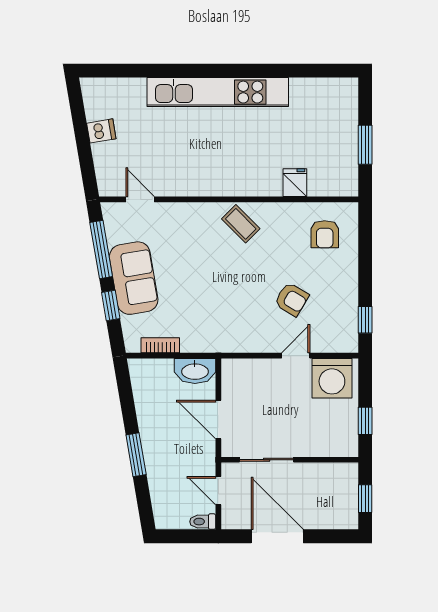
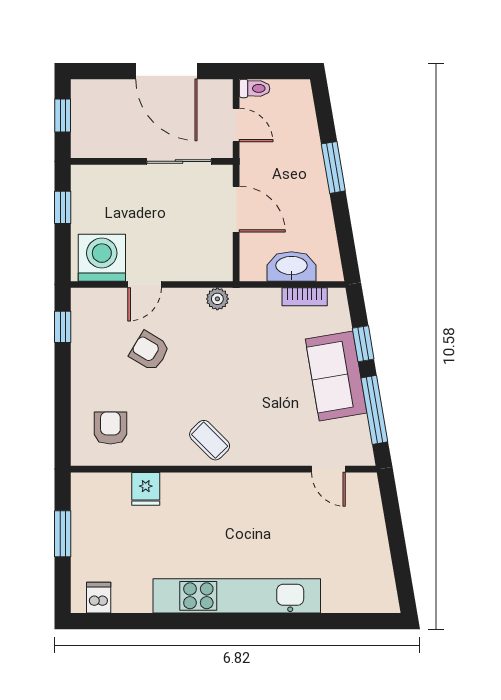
dishwasher: (101, 131) -> (99, 598), moved, turned 100
plant: (234, 343) -> (217, 299), added
washbasin: (195, 371) -> (291, 266), moved

